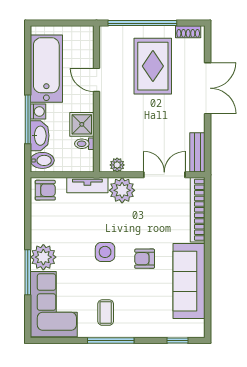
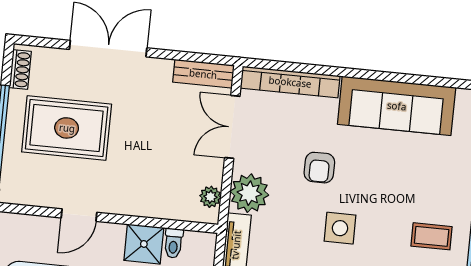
armchair: (145, 259) -> (319, 168), moved

